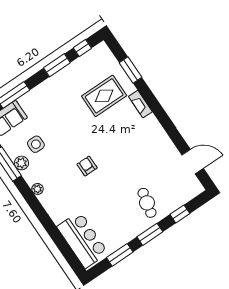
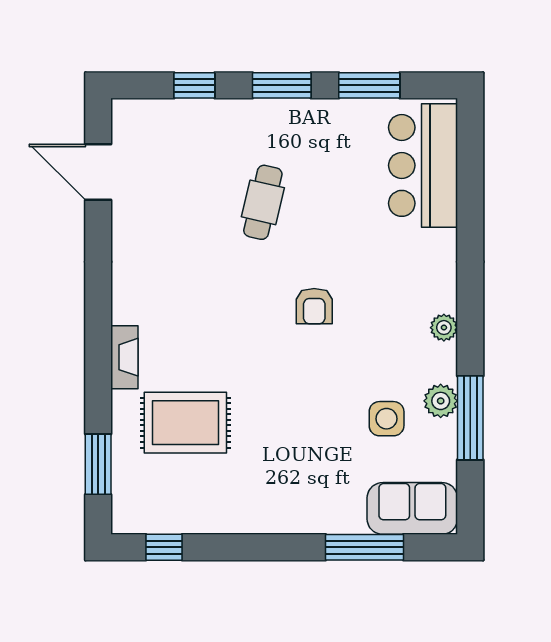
window: (57, 65) -> (238, 547), removed
window: (130, 70) -> (98, 464), moved
cafe table: (147, 203) -> (263, 202), moved

